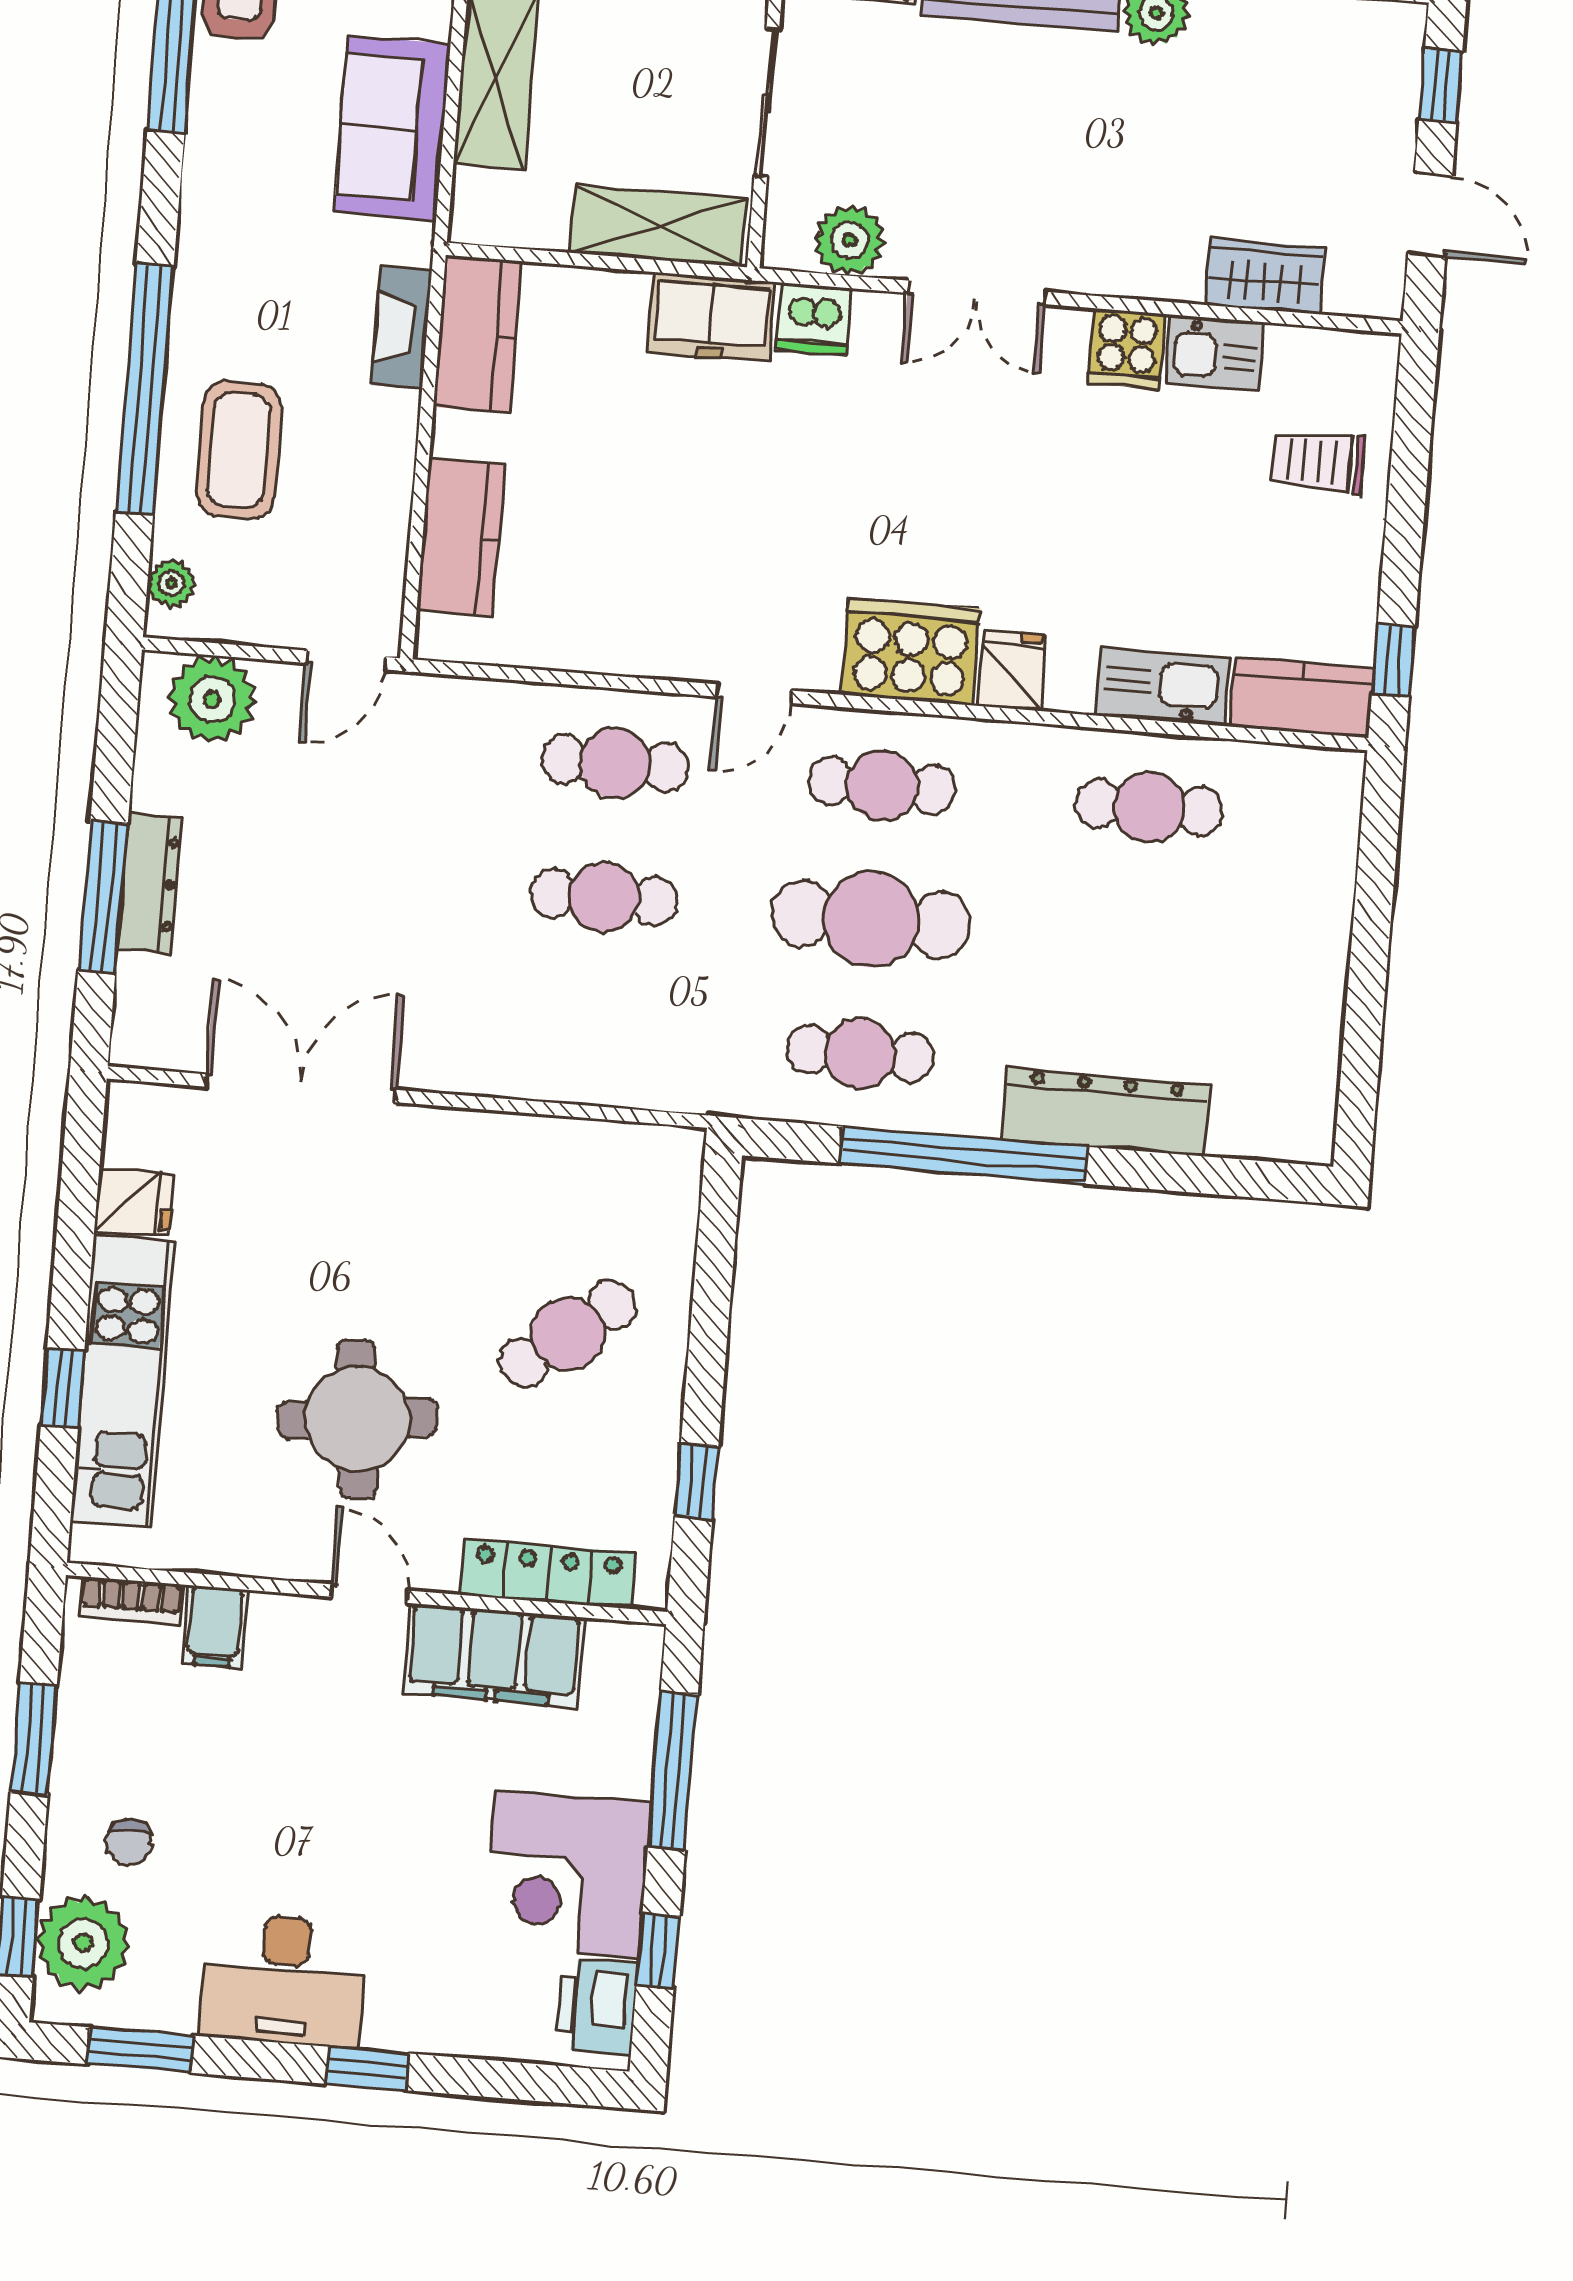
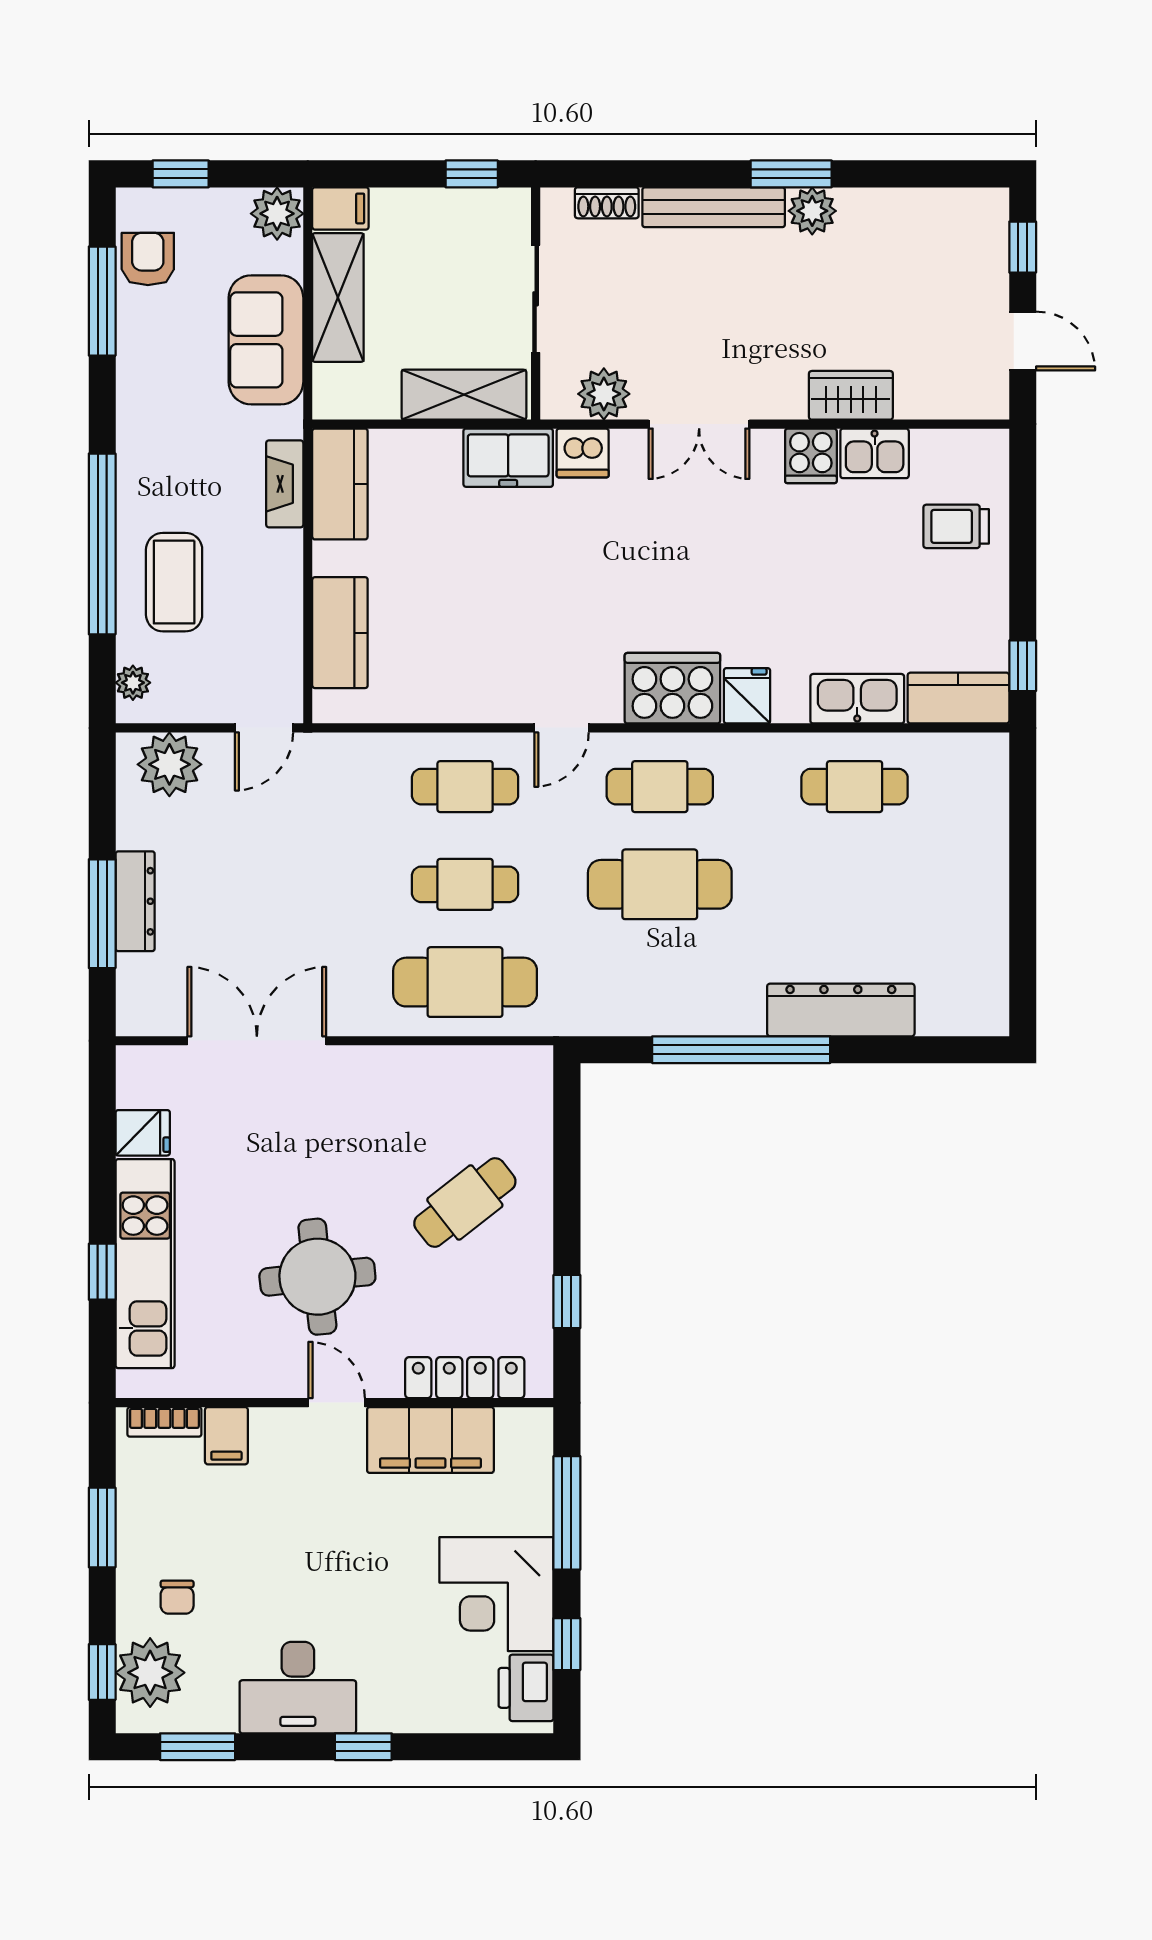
wardrobe: (1265, 276) -> (851, 395), moved
cafe table: (860, 1053) -> (465, 982), moved, width x1.37, depth x1.35

